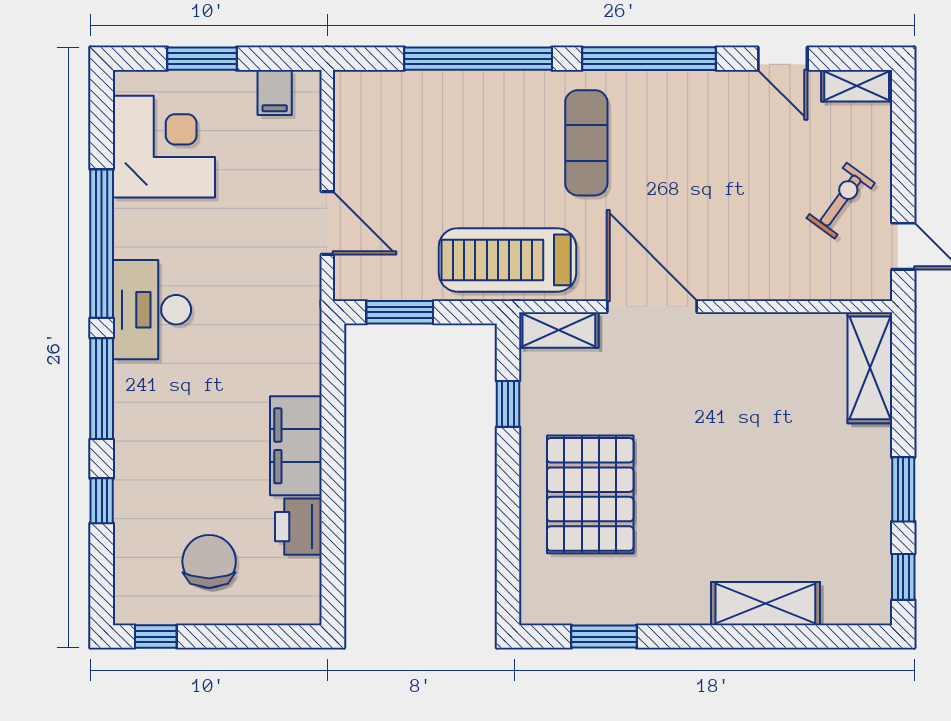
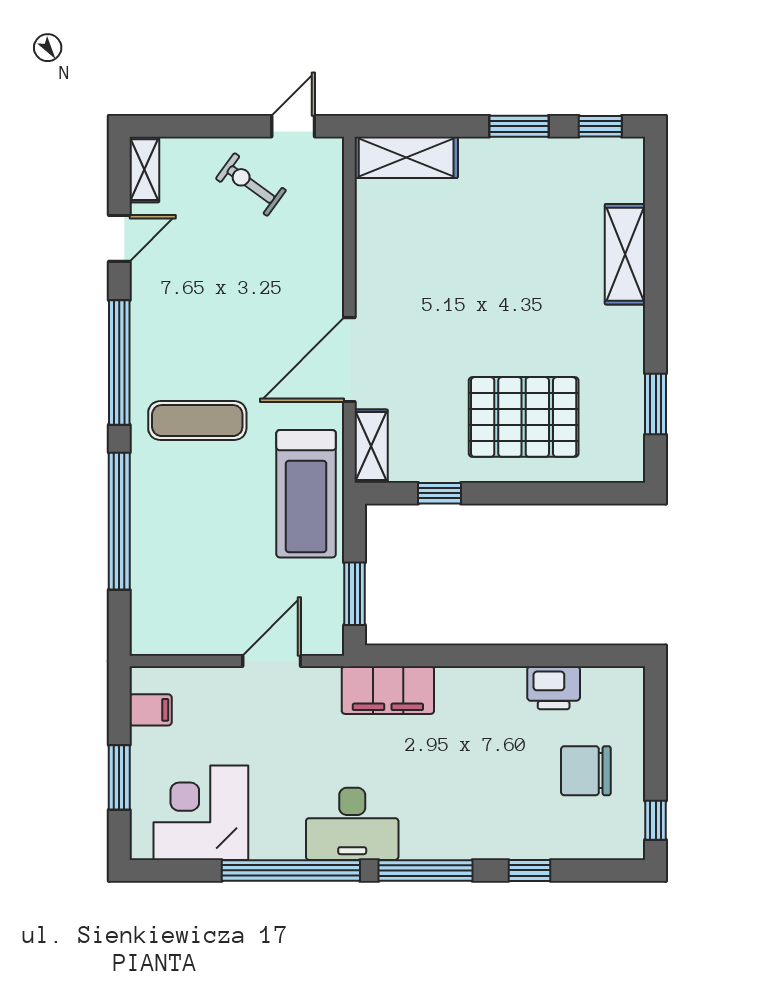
filing cabinet: (296, 446) -> (388, 690), moved

